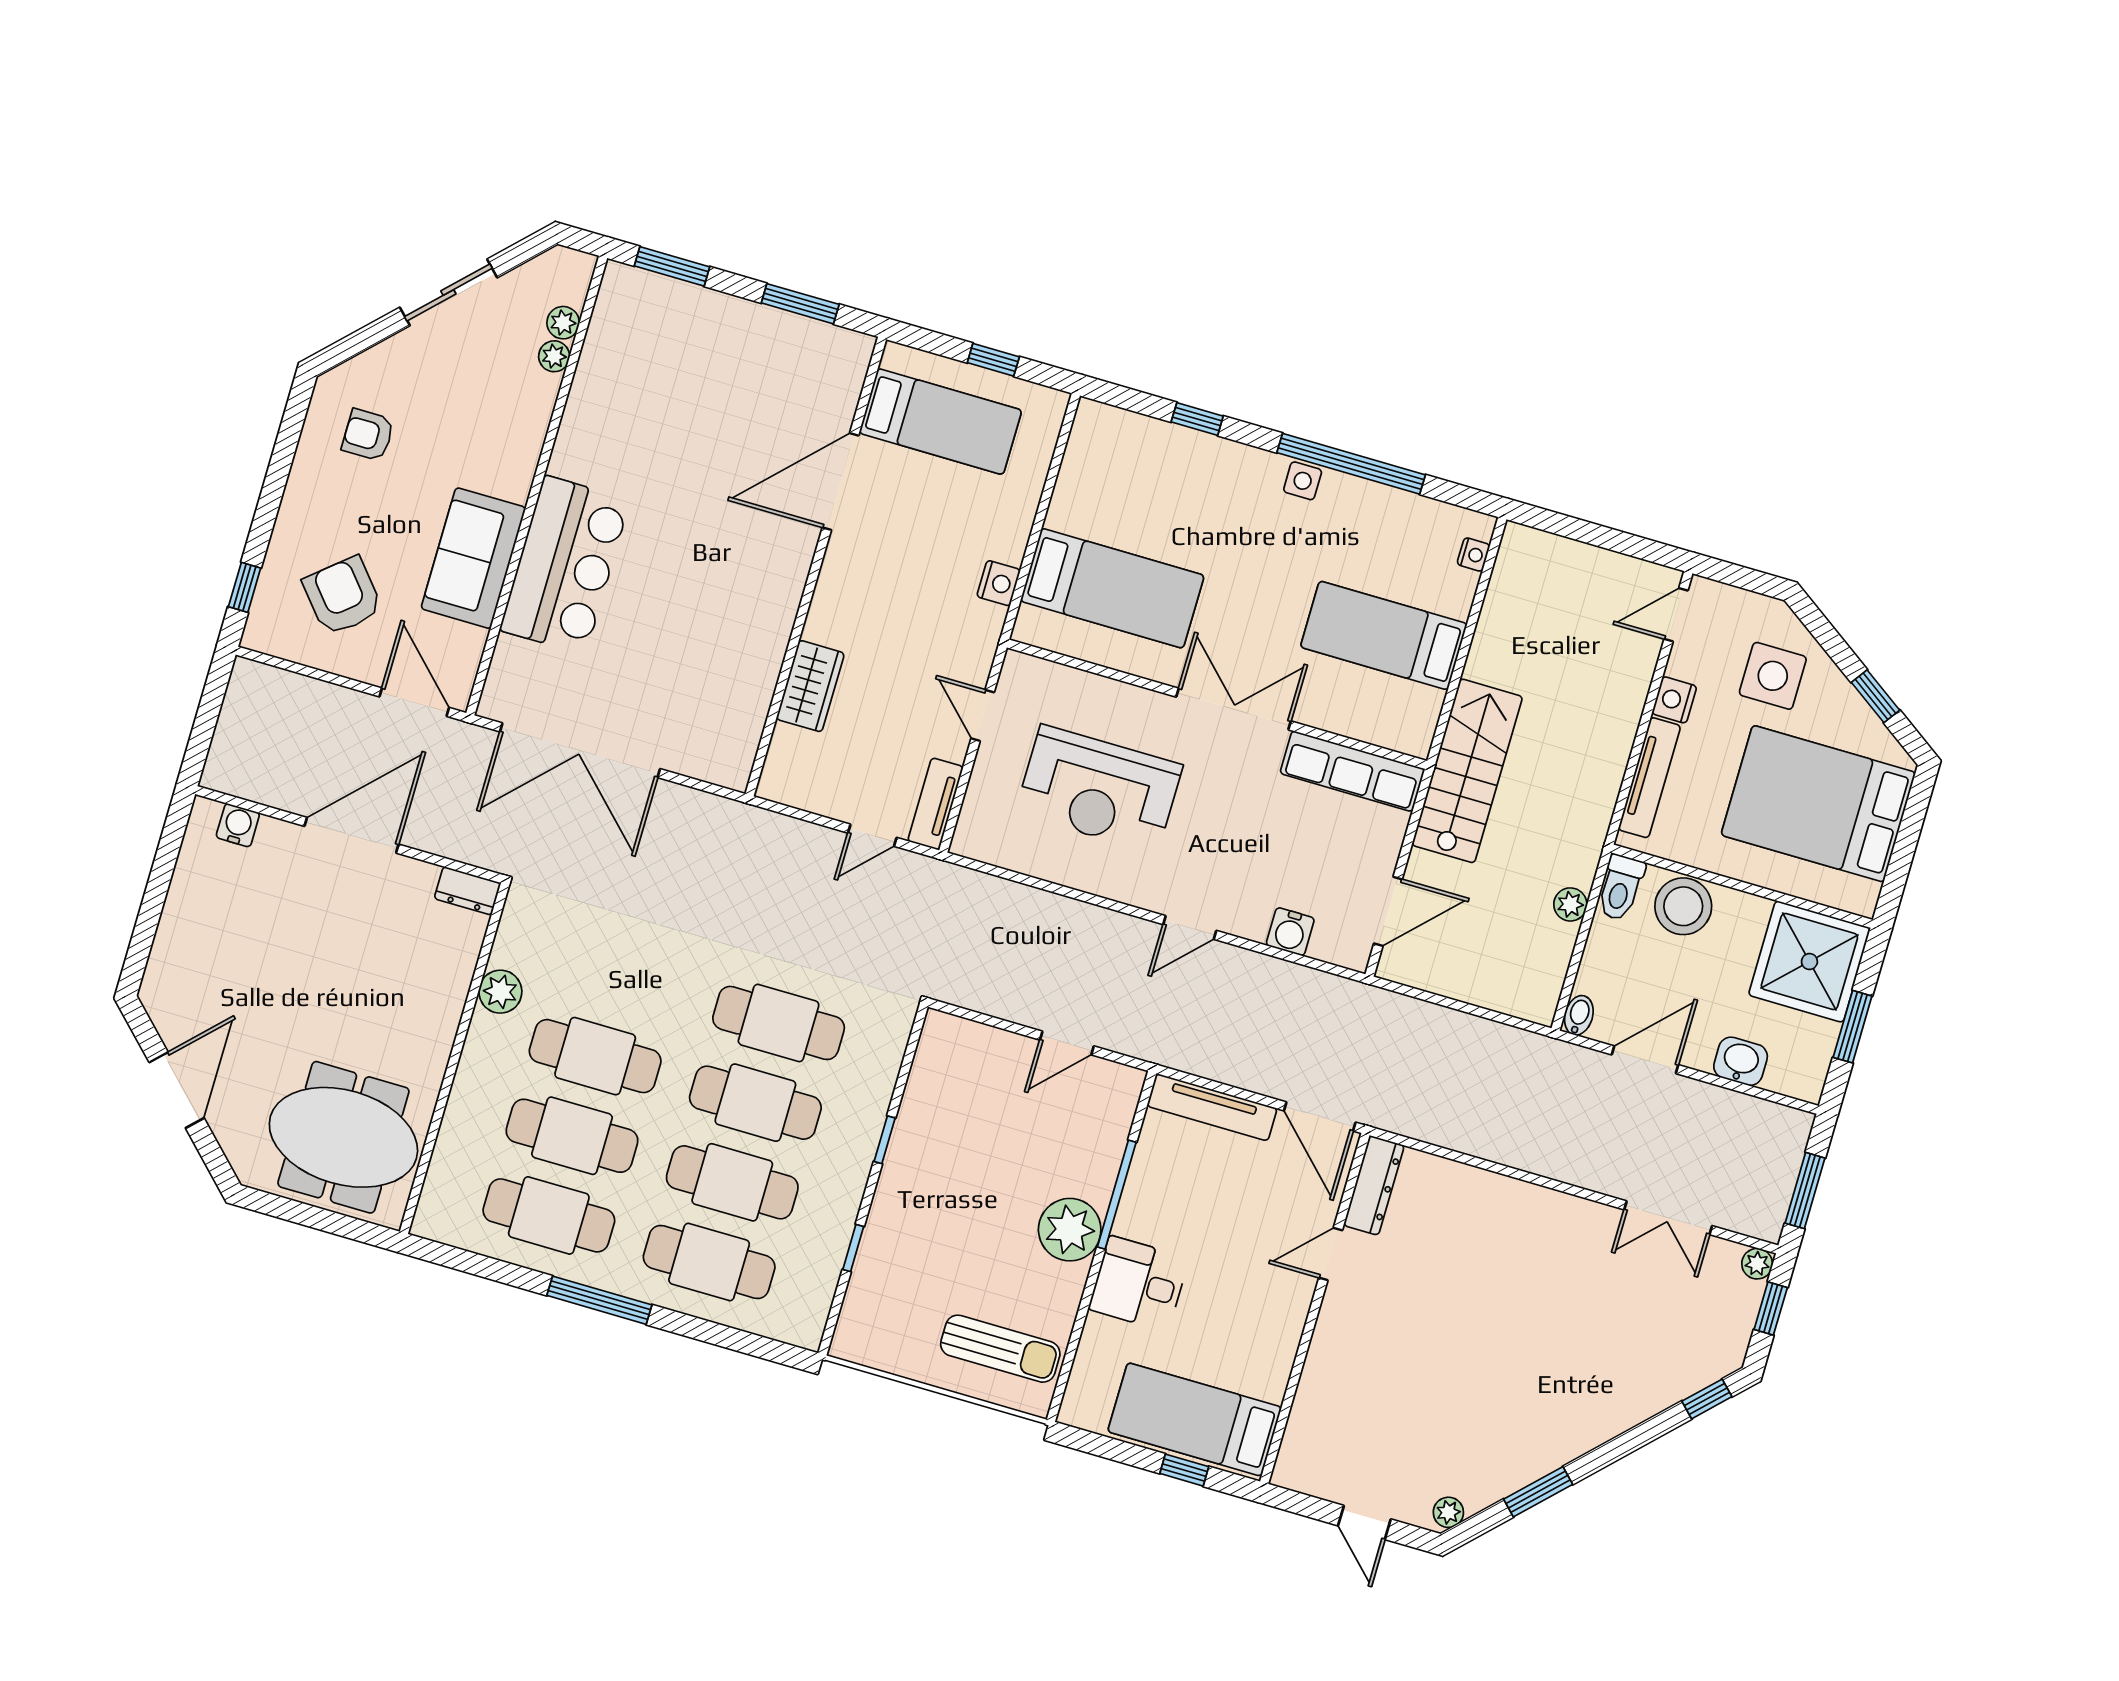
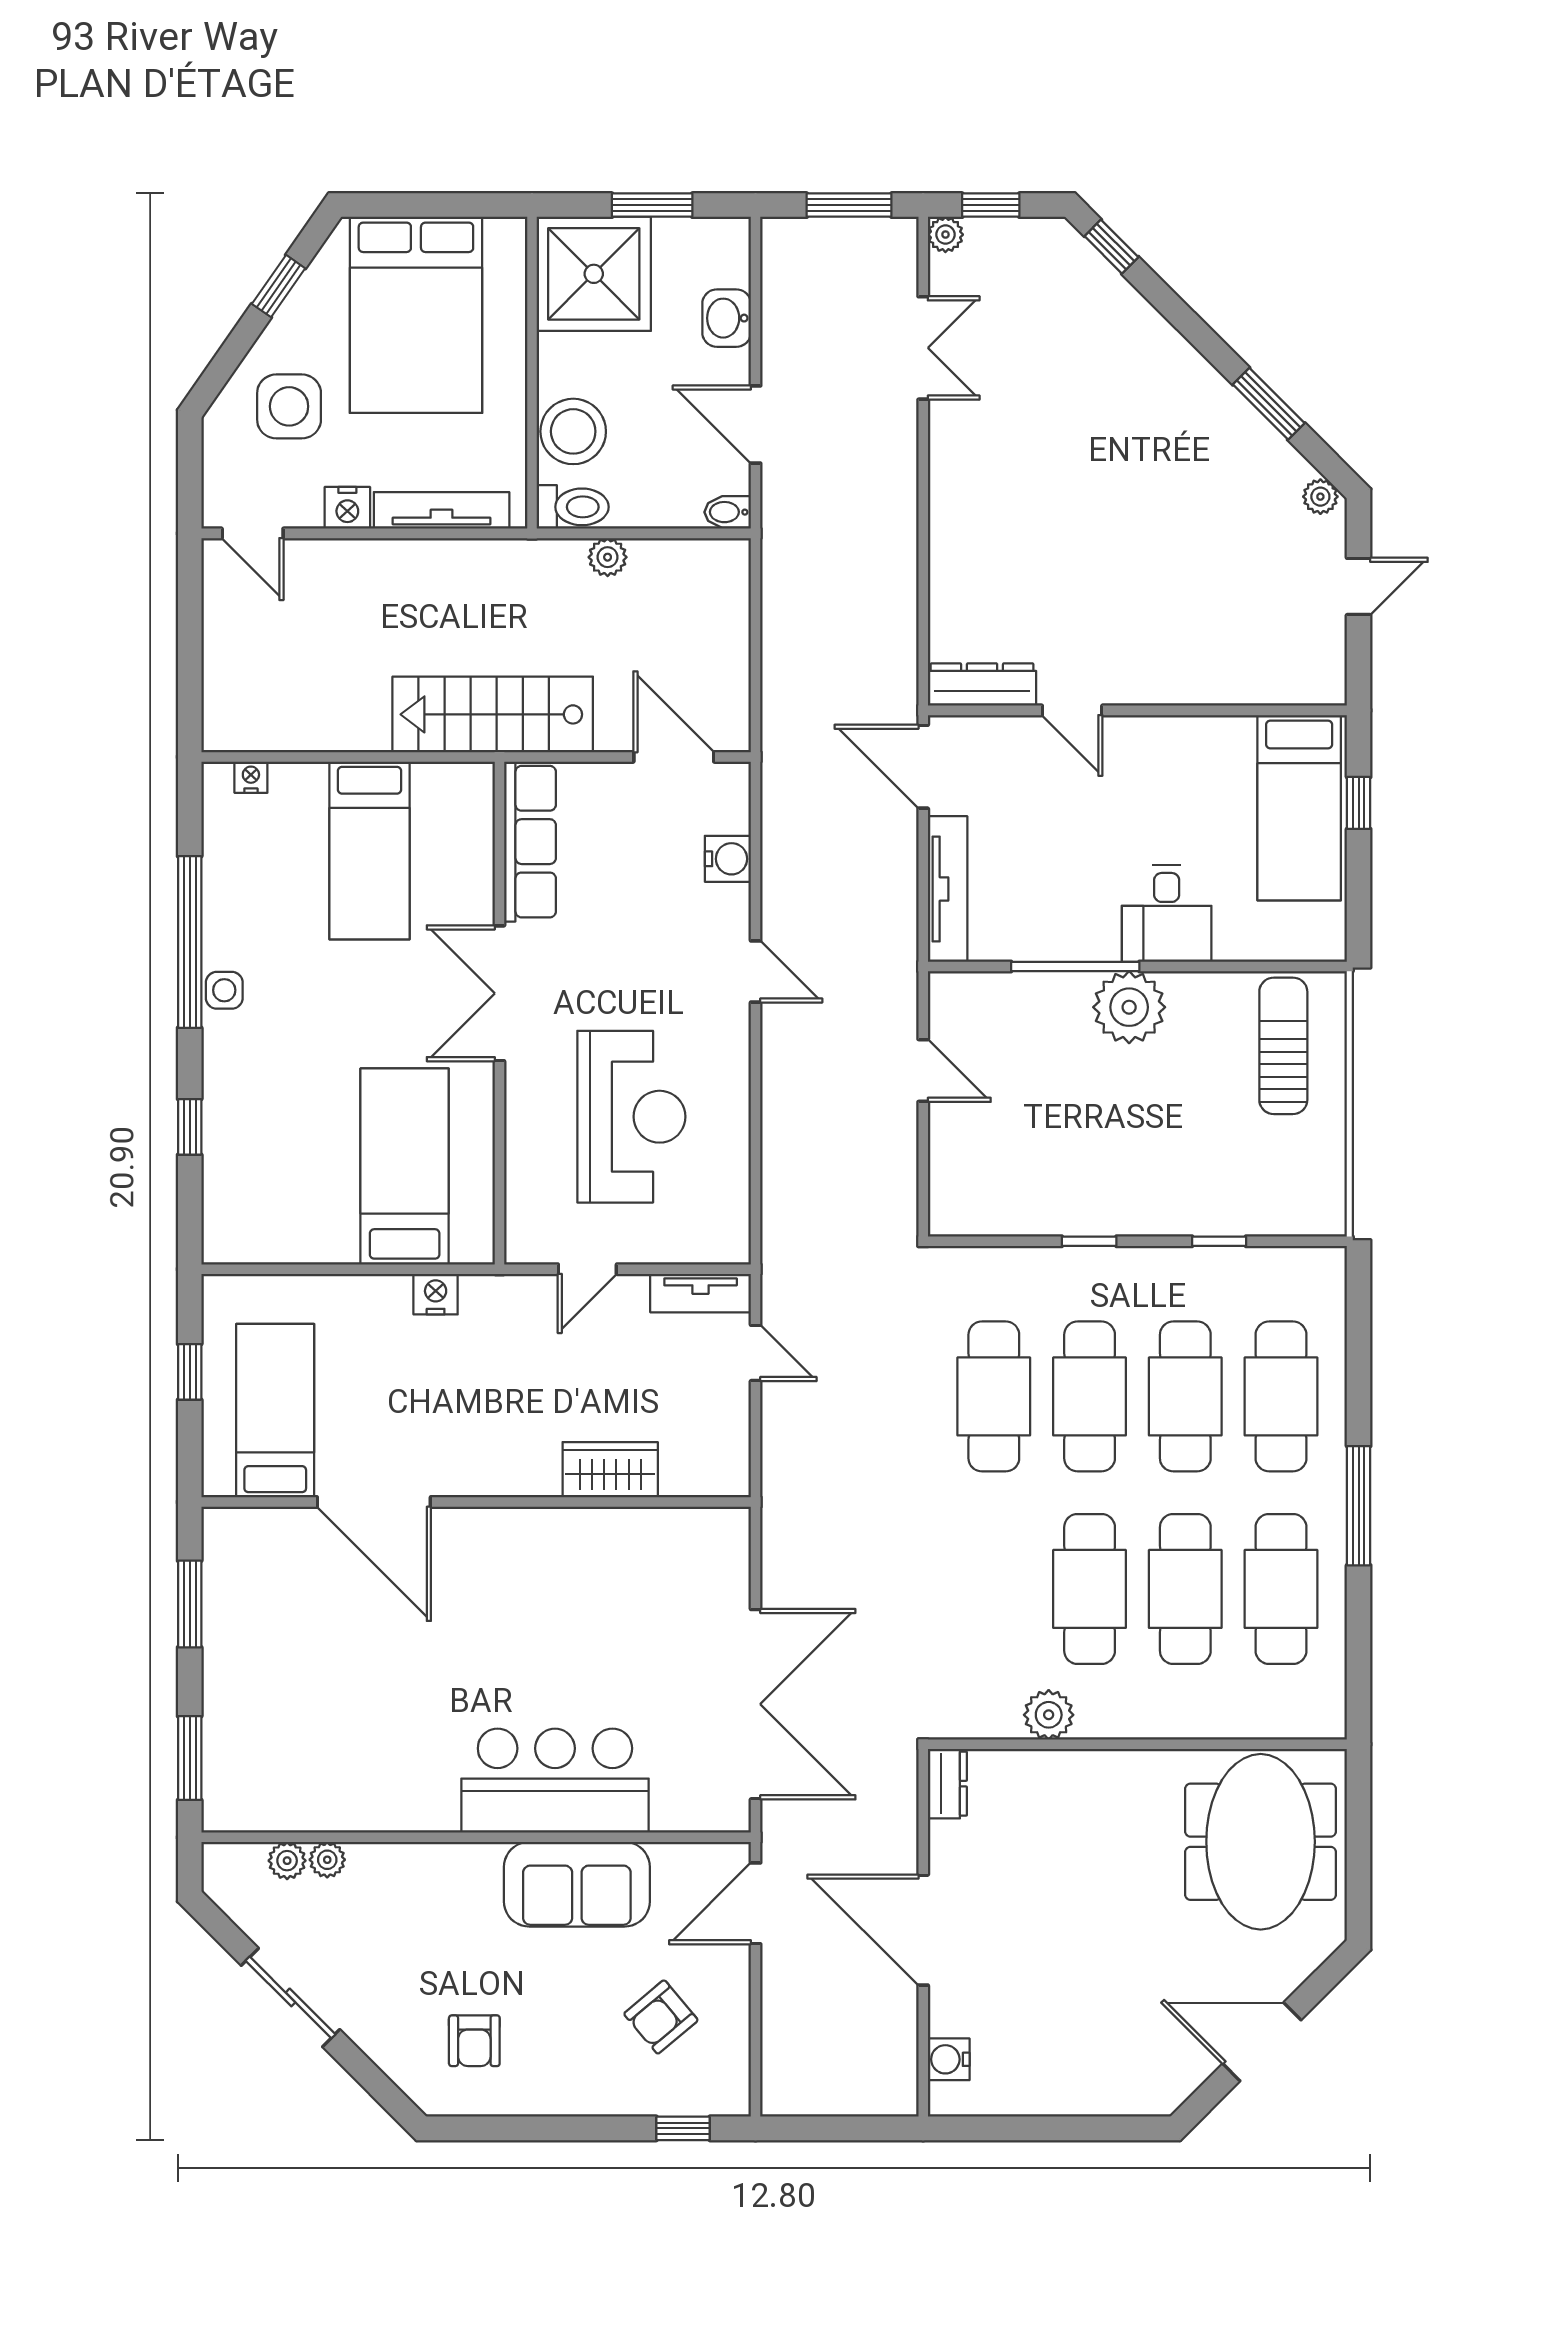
armchair: (343, 596) -> (661, 2017), width x0.72, depth x0.72
door: (1320, 1116) -> (923, 767), swing flipped

